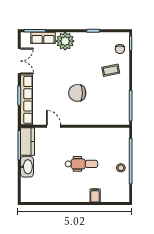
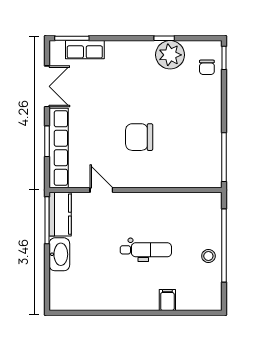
plant: (65, 41) -> (170, 55), moved
coffee table: (111, 70) -> (192, 101), removed

